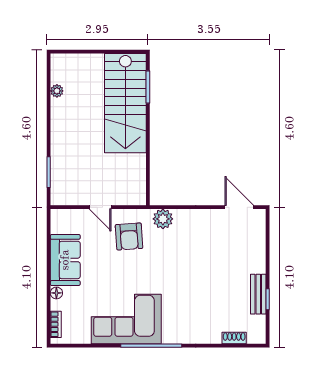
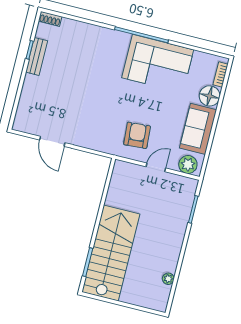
door: (100, 207) -> (156, 167), hinge flipped
door: (239, 207) -> (52, 141), moved
plant: (163, 219) -> (188, 164), moved
floor lamp: (56, 293) -> (210, 96), width x1.89, depth x1.89
shoe rack: (234, 338) -> (50, 19), moved

